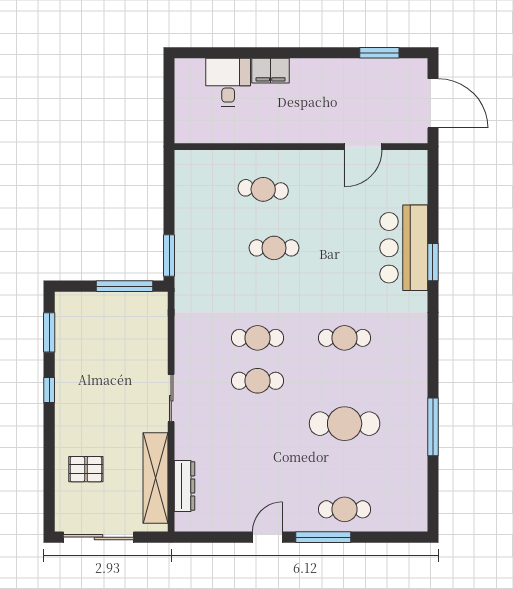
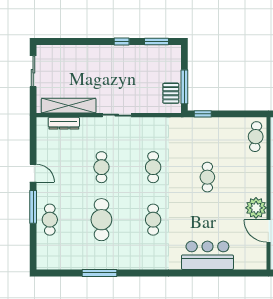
plant: (325, 167) -> (256, 208), added
cafe table: (263, 189) -> (256, 137), moved
window: (169, 256) -> (203, 114), width x0.67
window: (433, 262) -> (199, 273), removed
cafe table: (257, 381) -> (101, 167), moved
pallet: (86, 469) -> (171, 93), moved
sliding door: (99, 537) -> (33, 71), width x0.73

